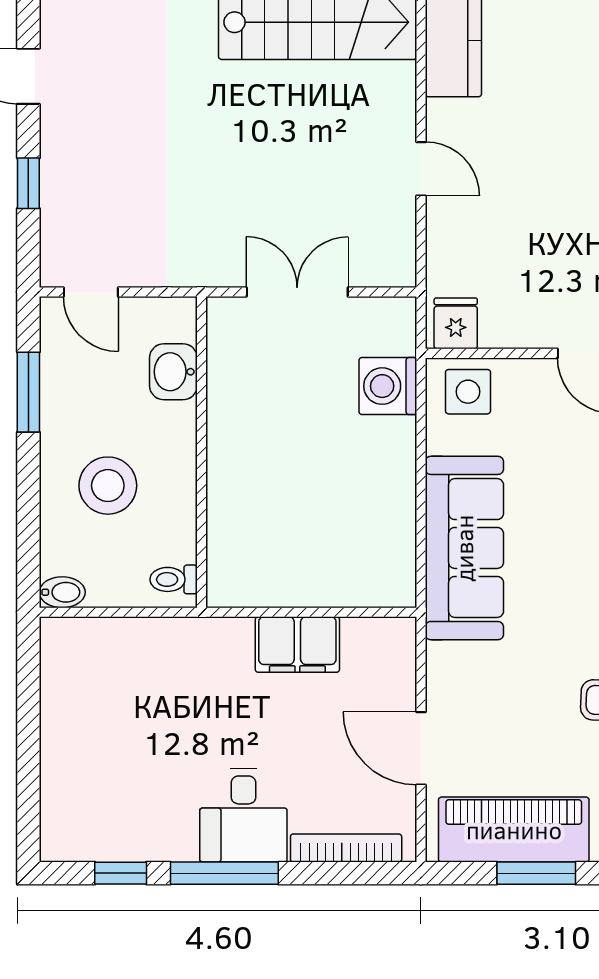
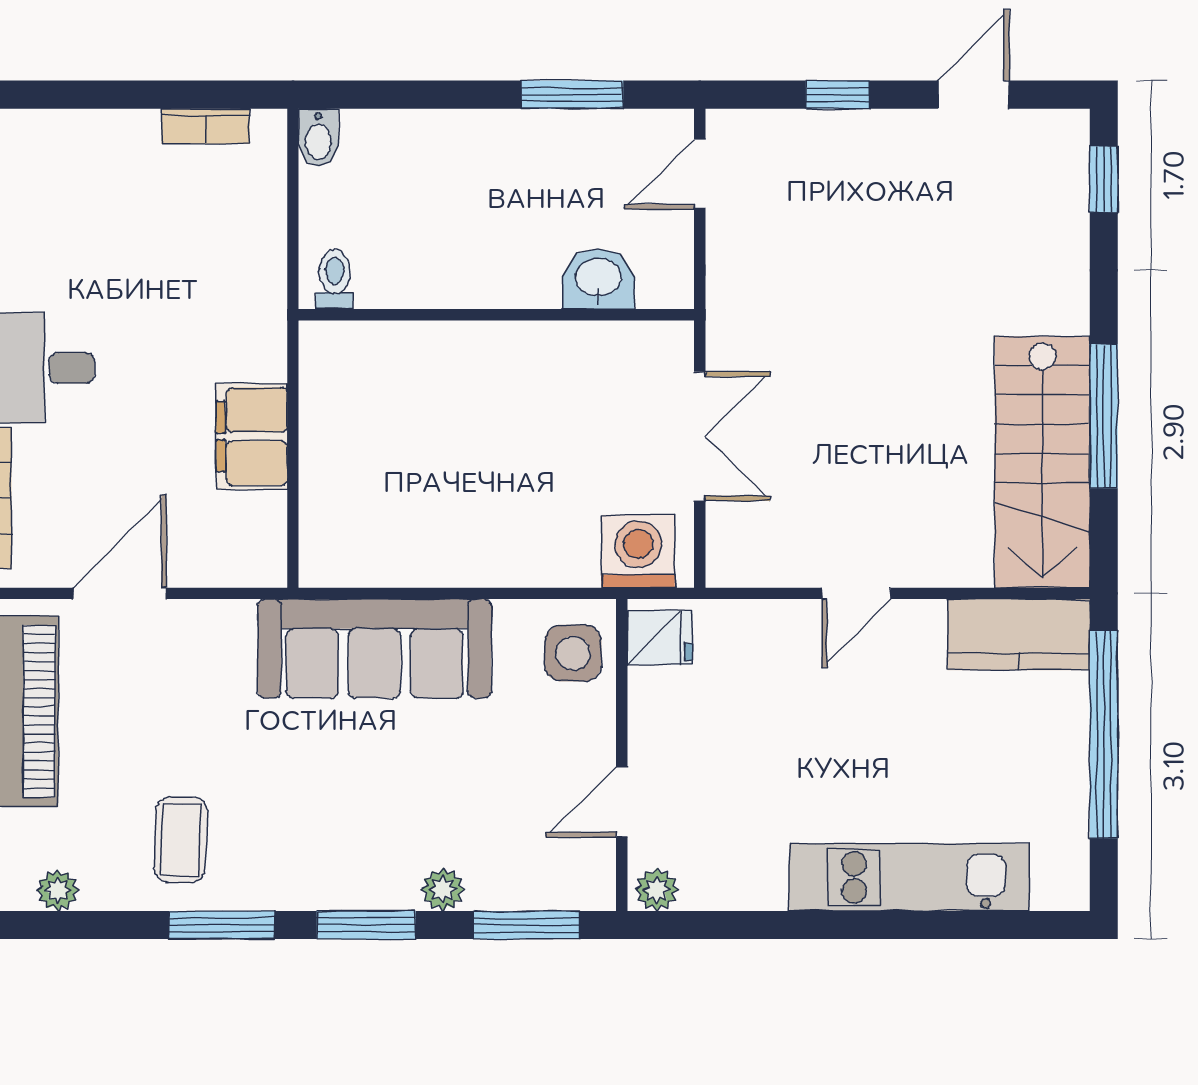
washing machine: (388, 386) -> (638, 551), moved
stool: (108, 486) -> (454, 196), removed
bookcase: (53, 681) -> (206, 126), added

